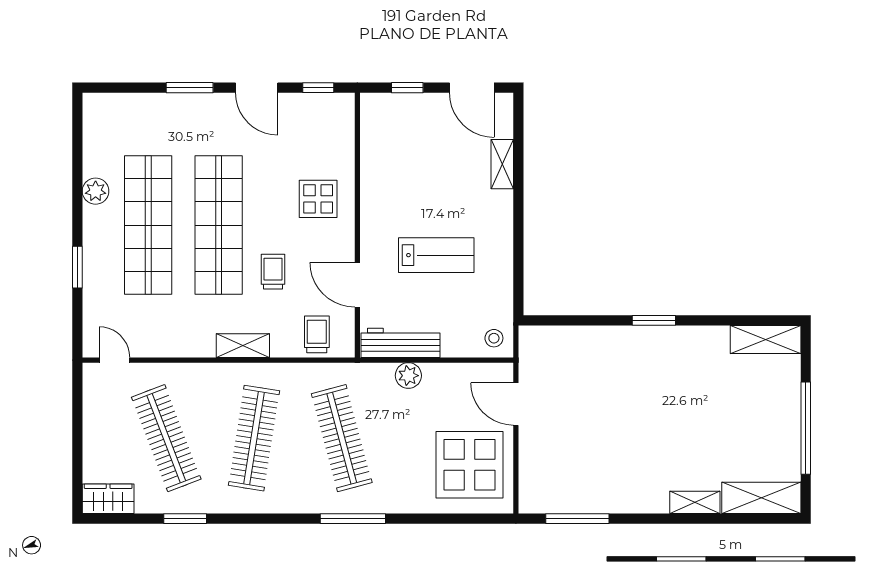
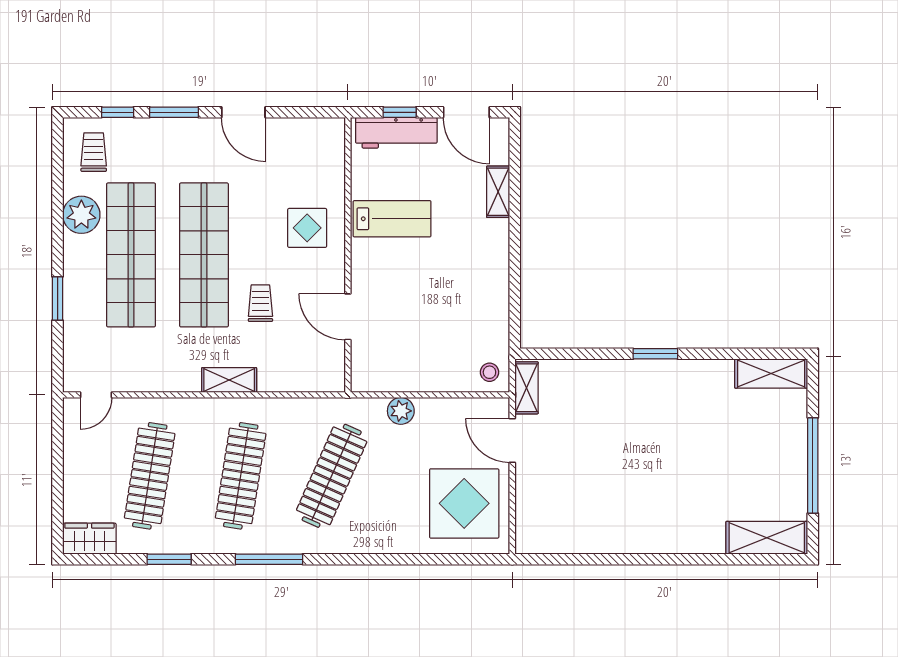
window: (318, 88) -> (118, 112), moved
plant: (96, 191) -> (81, 215), width x1.36, depth x1.36
lab bench: (436, 255) -> (392, 219), moved
trolley: (317, 334) -> (94, 152), moved
workbench: (400, 343) -> (396, 133), moved, turned 180
door: (114, 360) -> (96, 395), swing flipped
clothes rail: (166, 438) -> (150, 476), turned 30
clothes rail: (342, 438) -> (332, 476), turned 39
shelving: (695, 502) -> (526, 388), moved, turned 90
window: (353, 519) -> (269, 559), moved
window: (577, 519) -> (576, 559), removed

